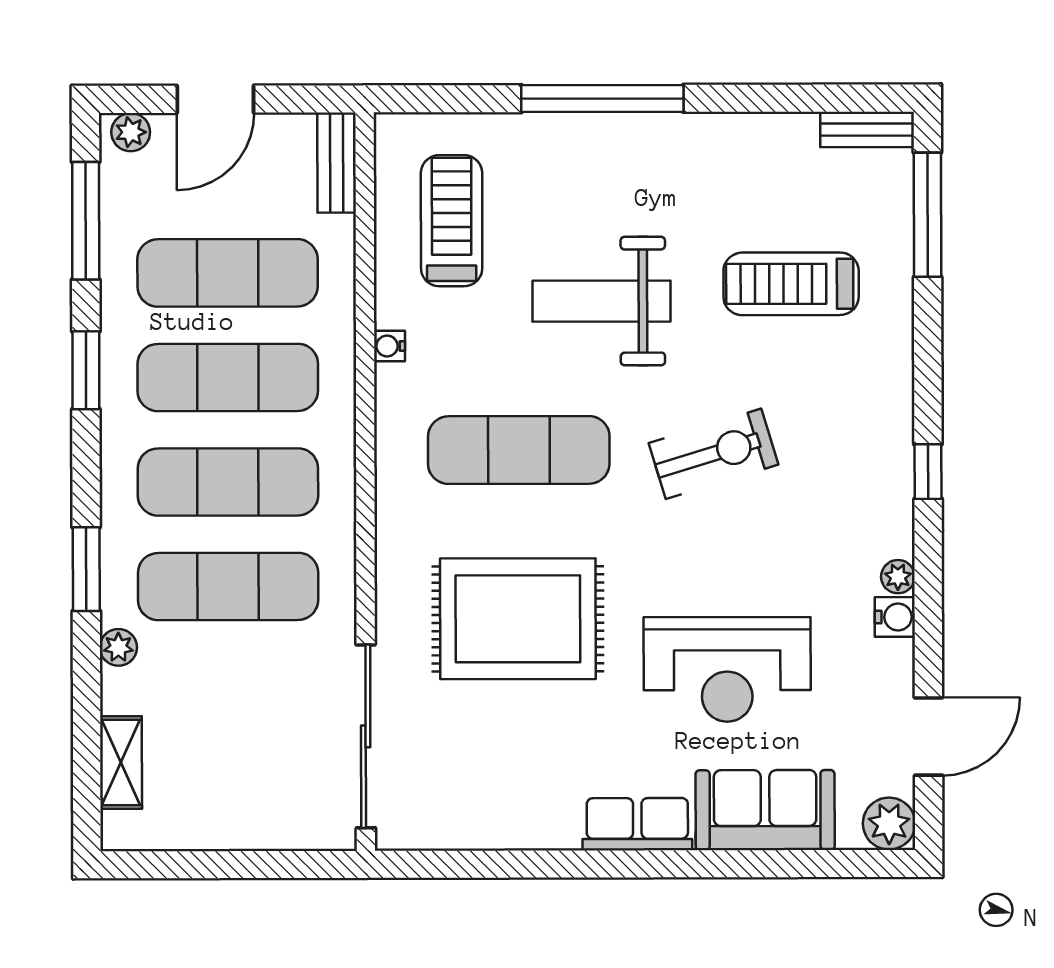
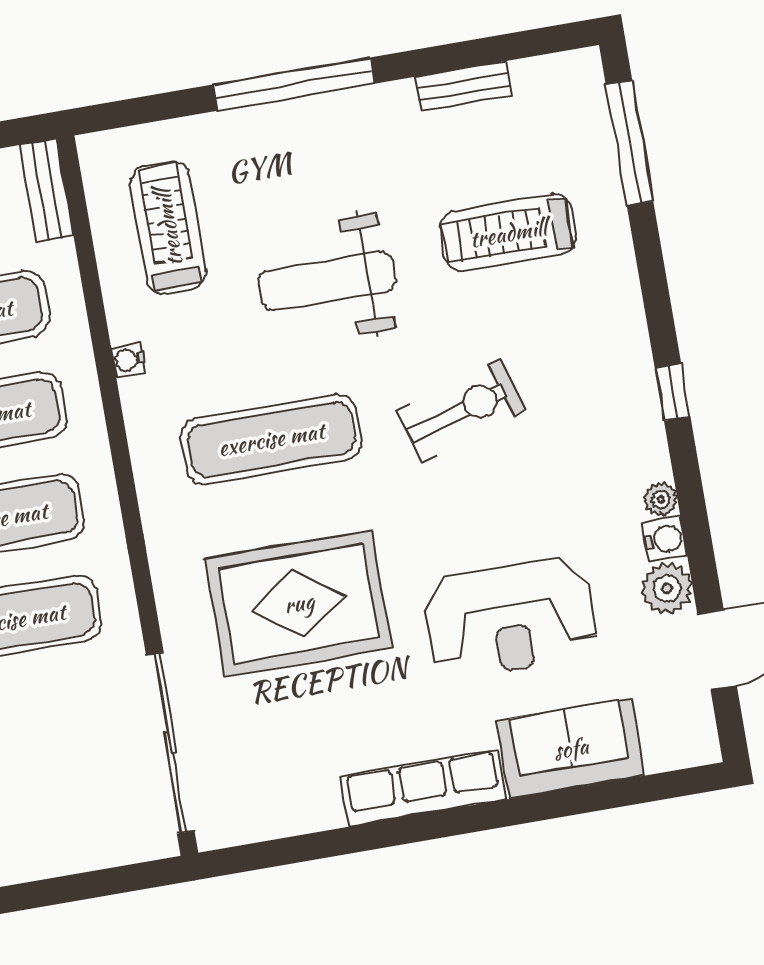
bench: (867, 129) -> (463, 86), moved
row of seats: (637, 824) -> (423, 788), width x1.48
plant: (889, 824) -> (667, 588), moved

